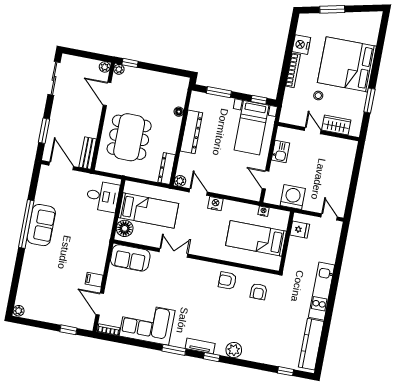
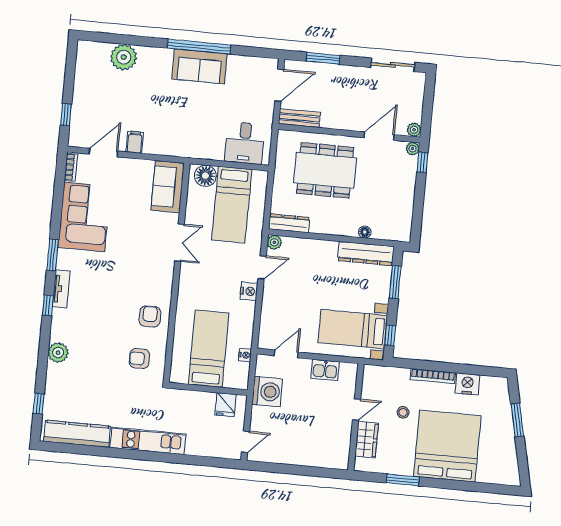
dresser: (191, 132) -> (366, 254), moved
plant: (19, 311) -> (124, 57), moved, width x1.87, depth x1.87
plant: (234, 350) -> (58, 353), moved

